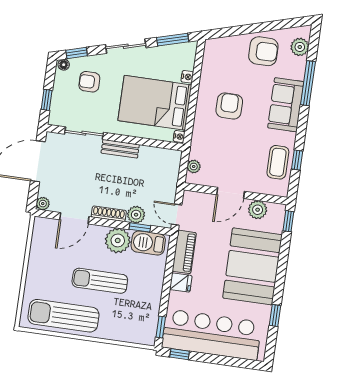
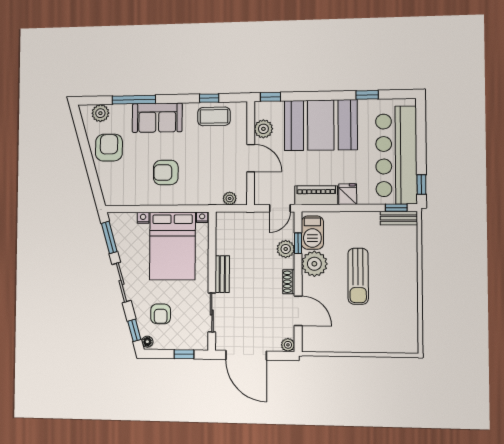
shoe rack: (109, 214) -> (289, 282), width x0.70
sun lounger: (63, 316) -> (400, 309), removed
bench: (150, 328) -> (399, 218), added

